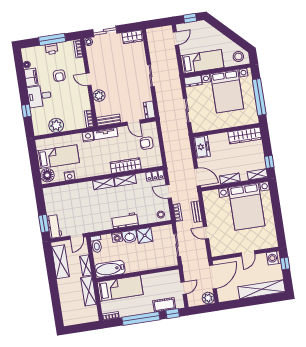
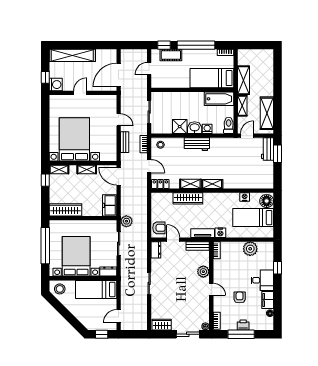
armchair: (147, 143) -> (159, 228), moved
plant: (208, 298) -> (126, 221), moved

